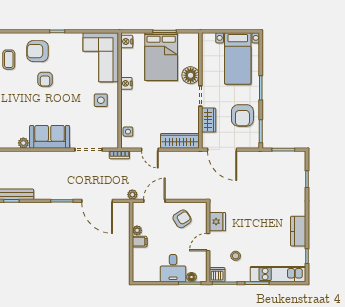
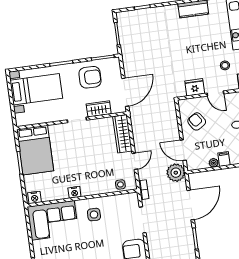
bed: (161, 57) -> (35, 150), moved, turned 90
floor lamp: (191, 75) -> (58, 132), removed
plant: (132, 195) -> (176, 173), width x1.88, depth x1.88

